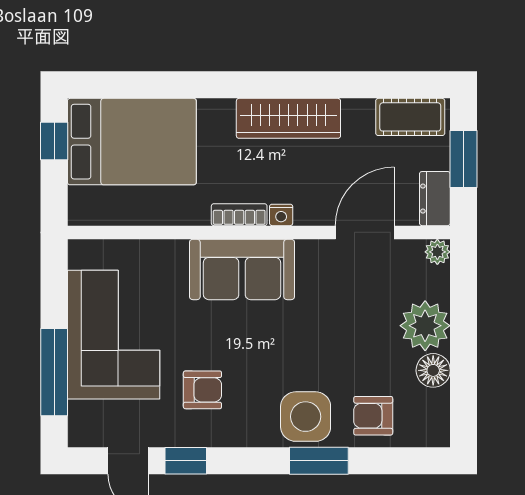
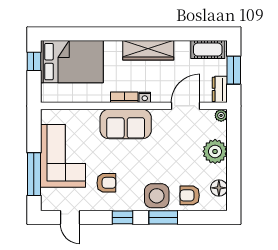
floor lamp: (433, 370) -> (219, 188), moved
window: (186, 461) -> (122, 217), moved

